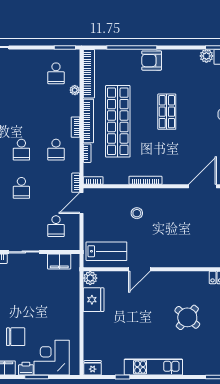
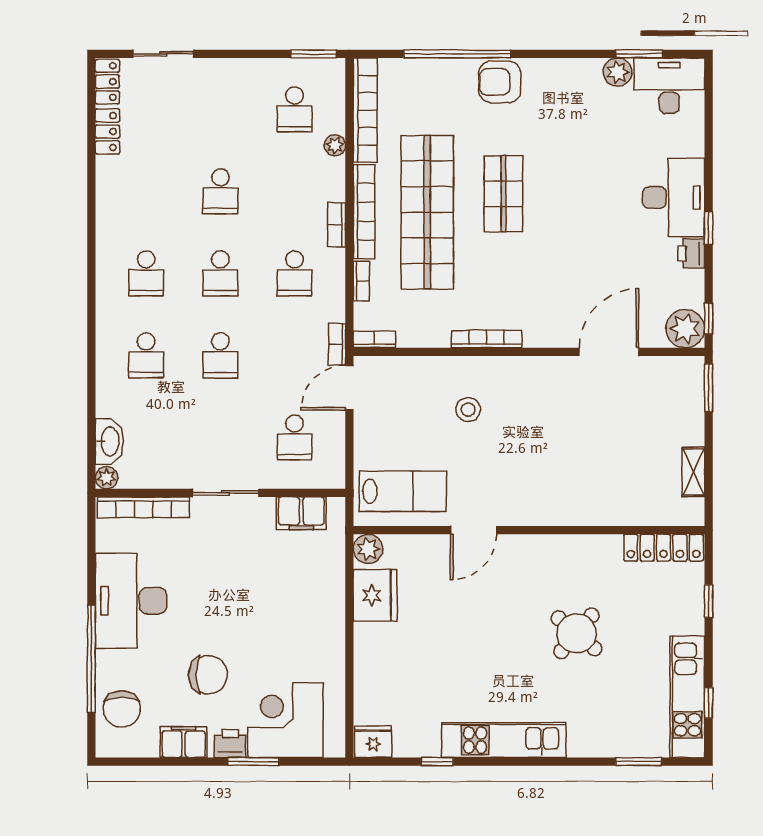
school desk: (21, 112) -> (220, 191), added
shop shelf: (167, 112) -> (503, 194), moved

